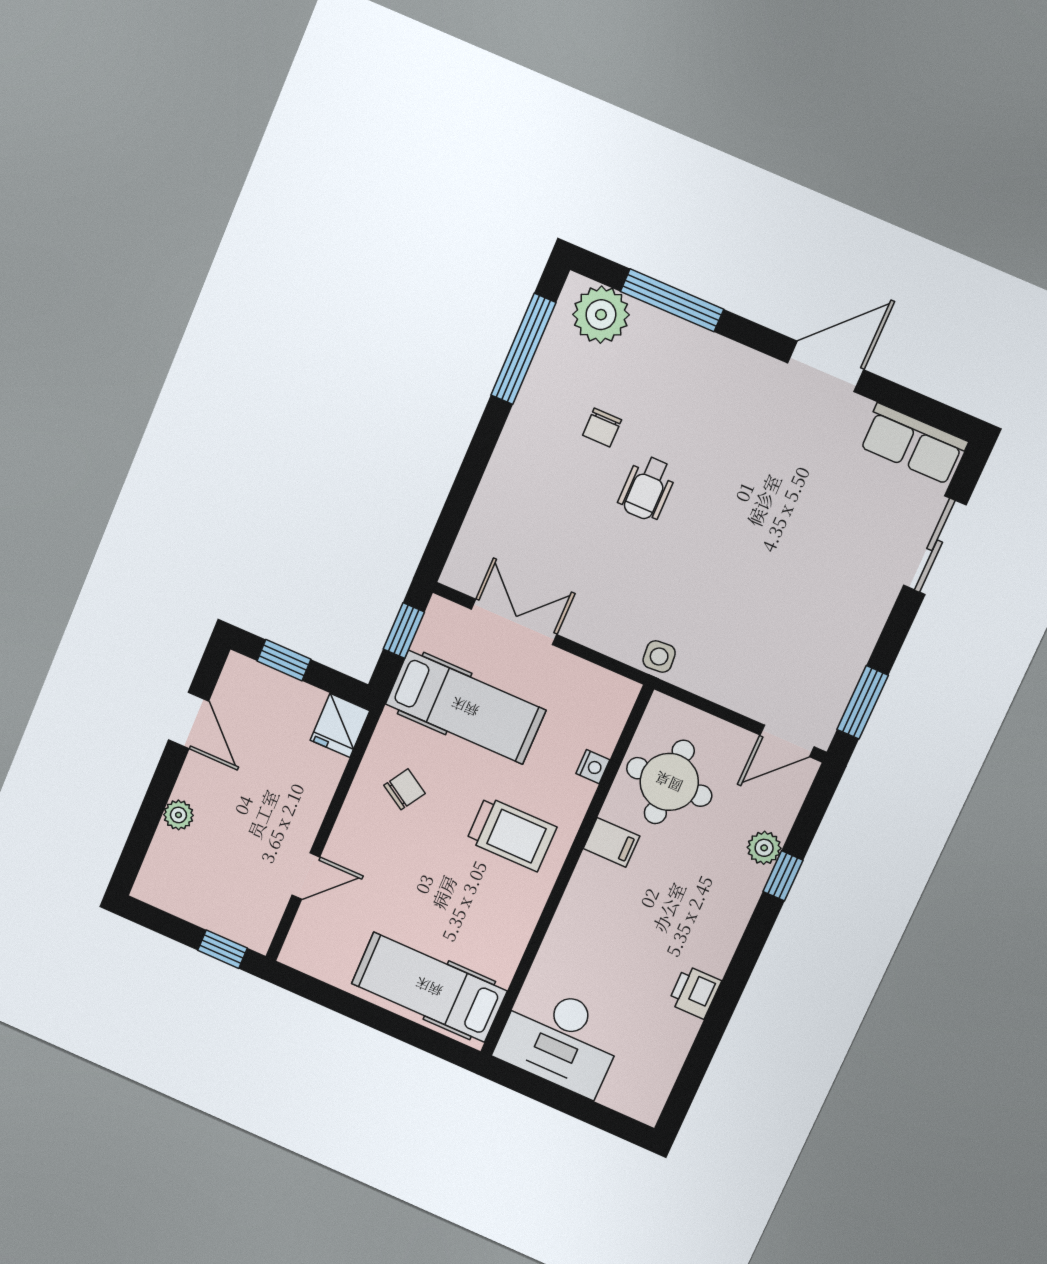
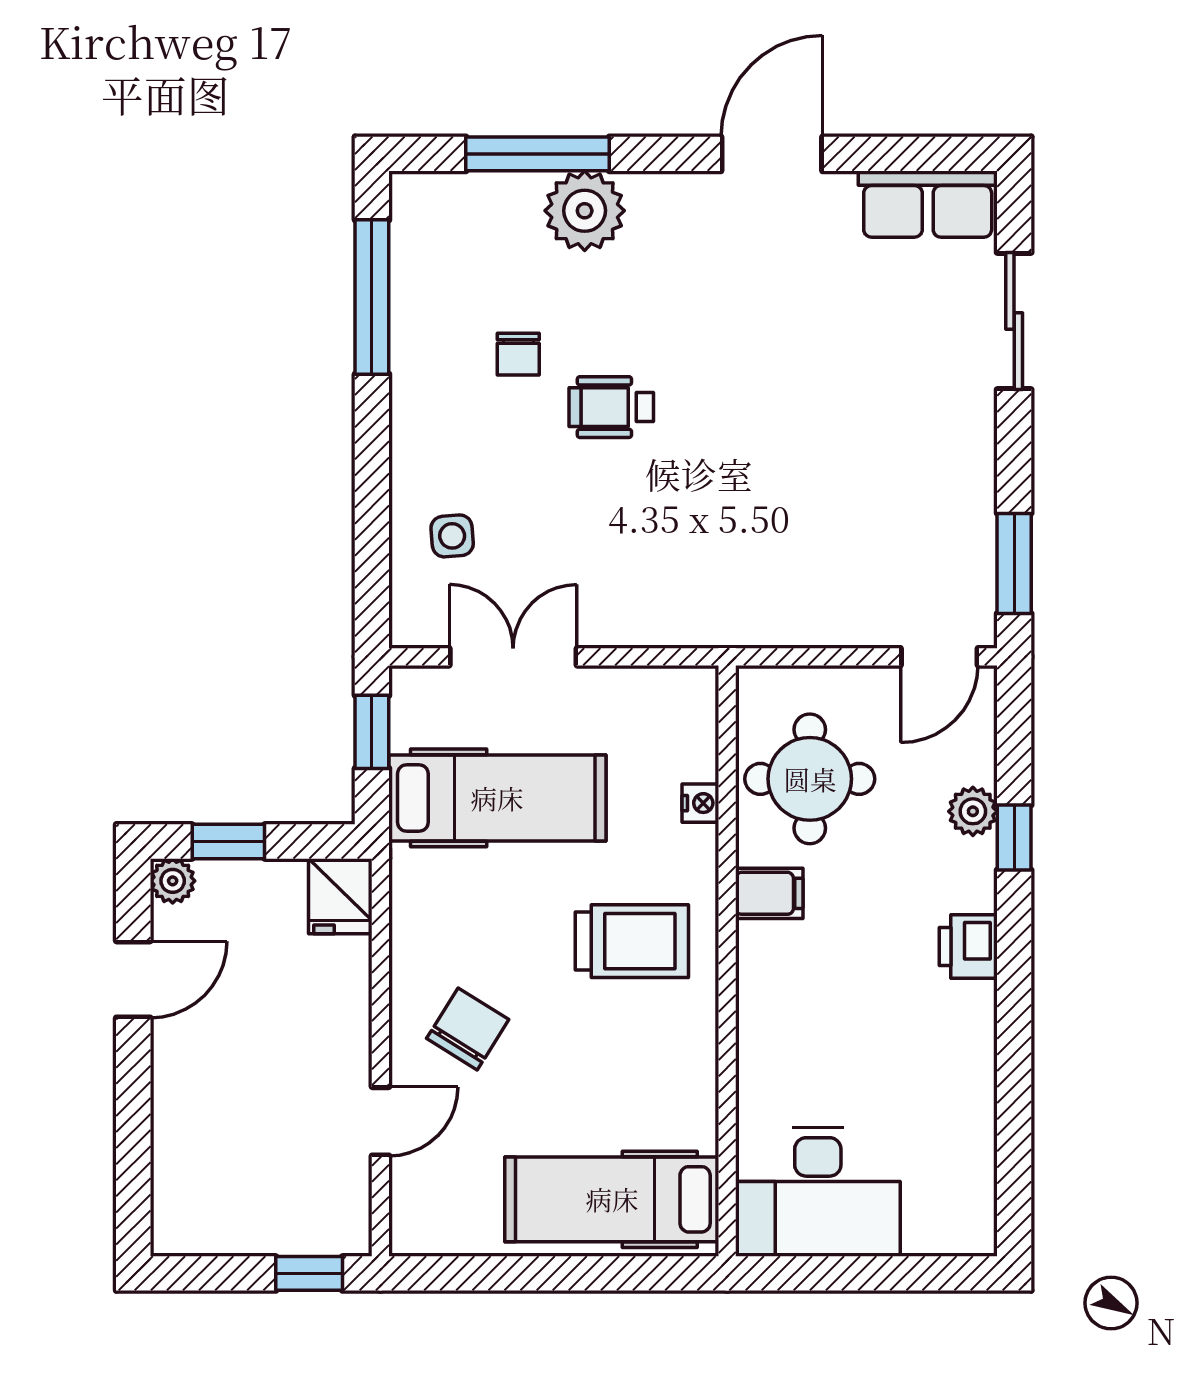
plant: (601, 315) -> (585, 211), moved
wheelchair: (647, 488) -> (611, 407), turned 90
side table: (659, 657) -> (452, 536), moved
door: (189, 720) -> (133, 979), hinge flipped
chair: (404, 789) -> (468, 1029), moved, width x1.37, depth x1.37
plant: (178, 815) -> (173, 881), moved
printer: (695, 992) -> (968, 947), moved

